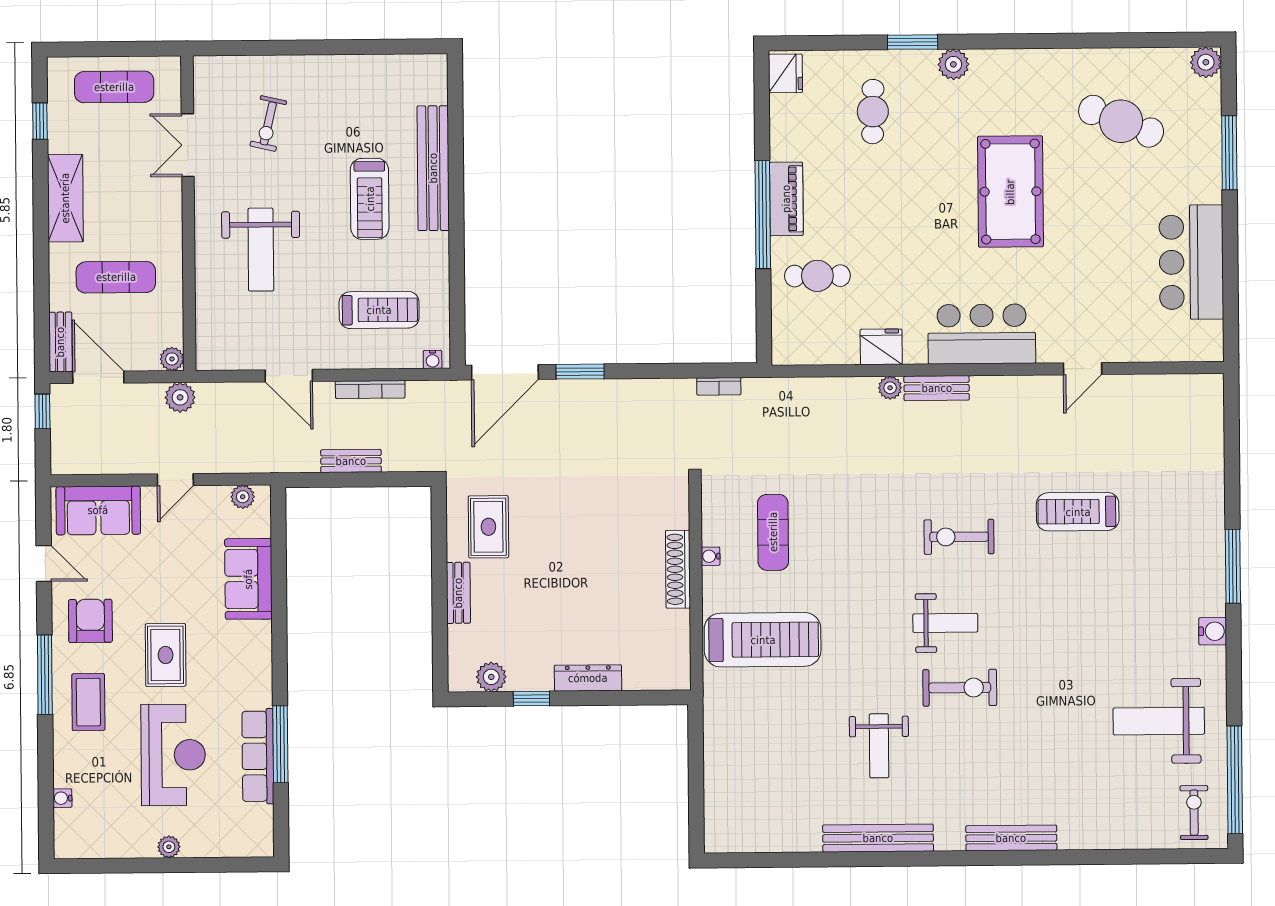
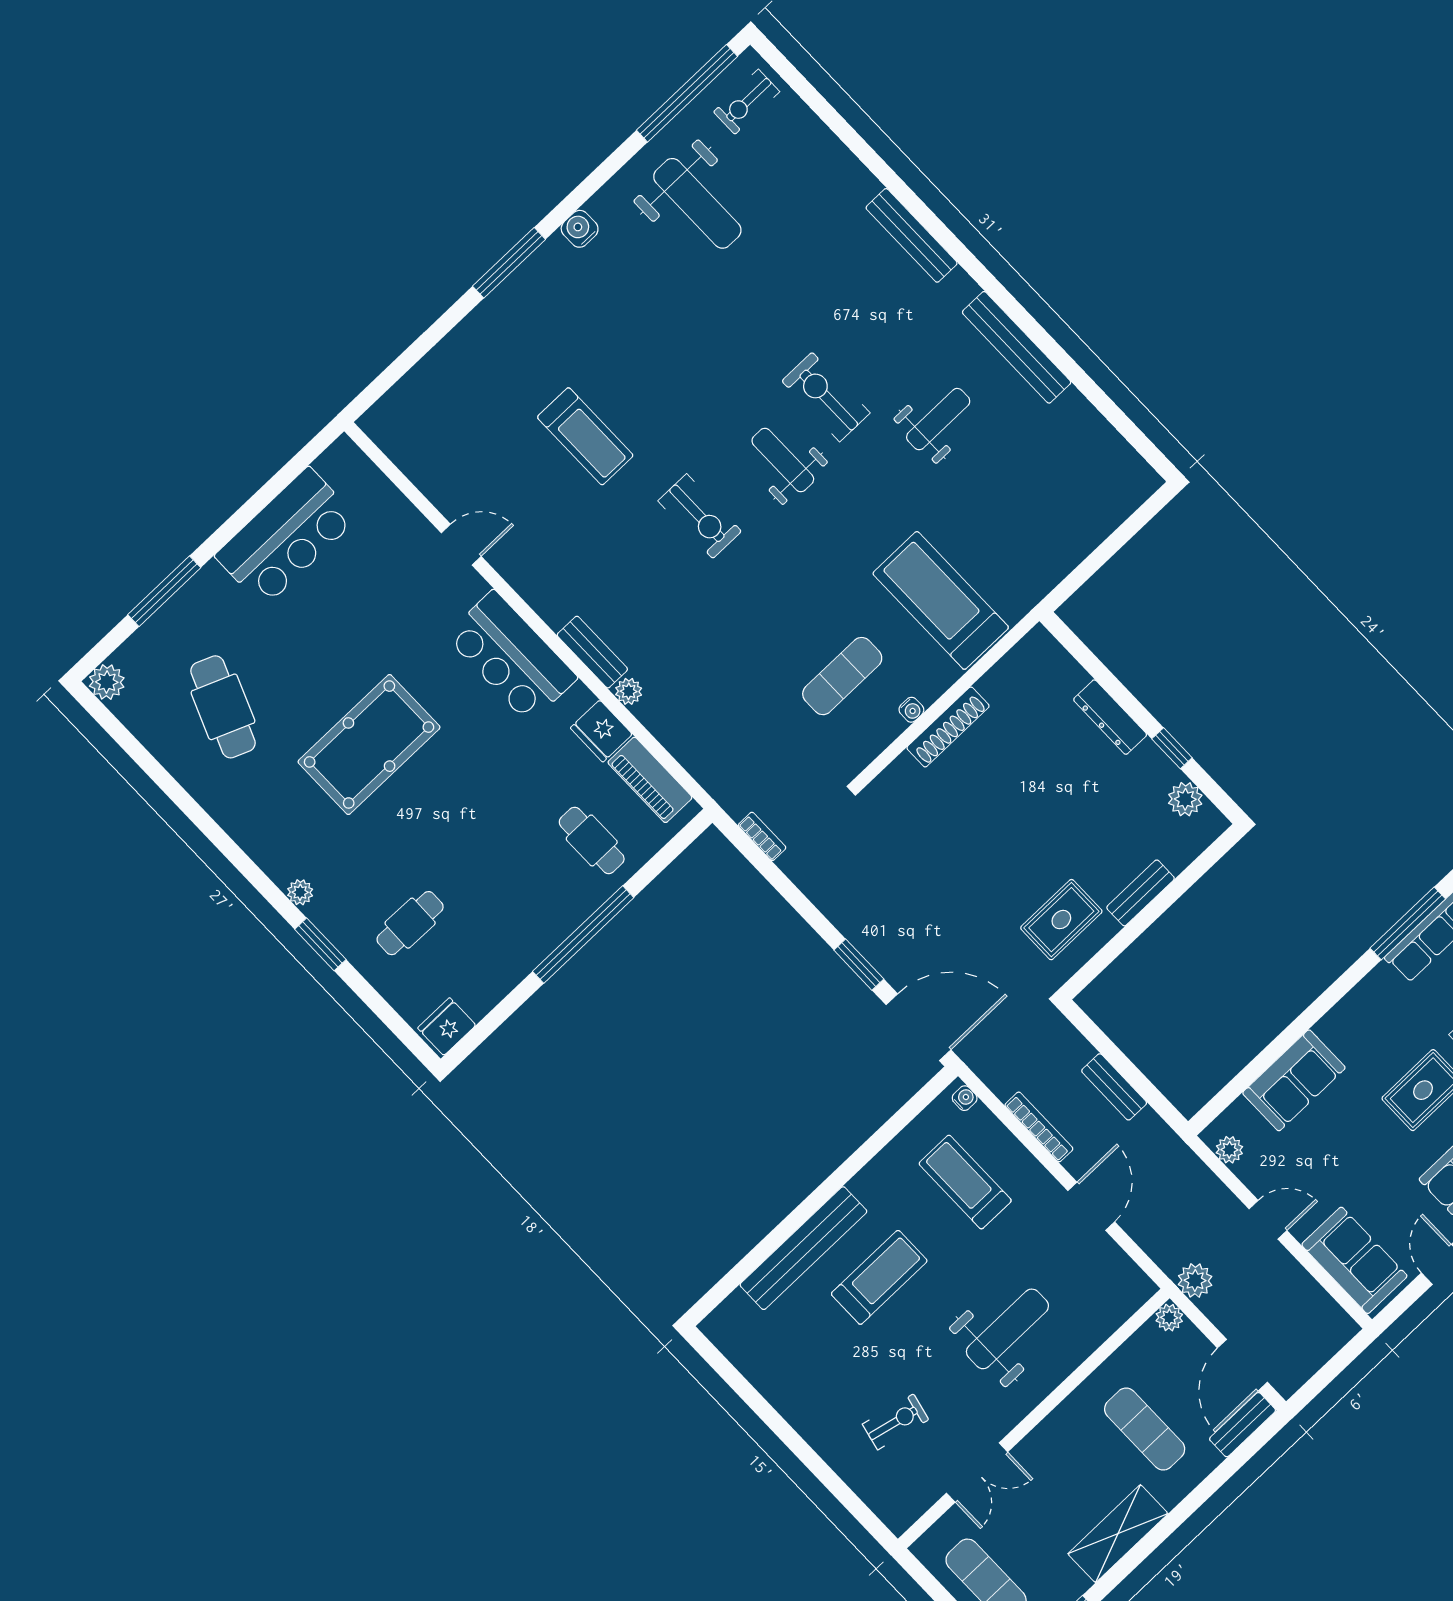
plant: (953, 64) -> (300, 892), width x0.73, depth x0.73
piano: (786, 199) -> (650, 780), moved, turned -90
window: (42, 411) -> (1315, 1385), removed

